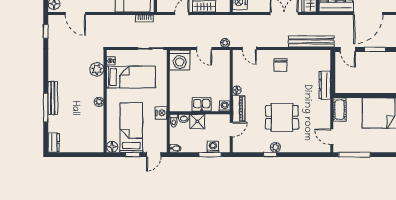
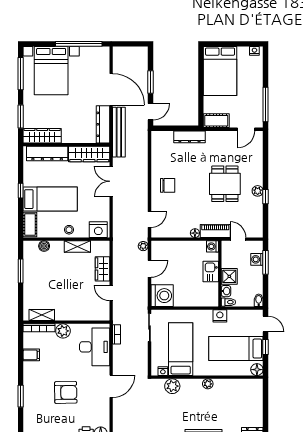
door: (75, 13) -> (111, 386), moved
bench: (311, 41) -> (119, 132), moved

